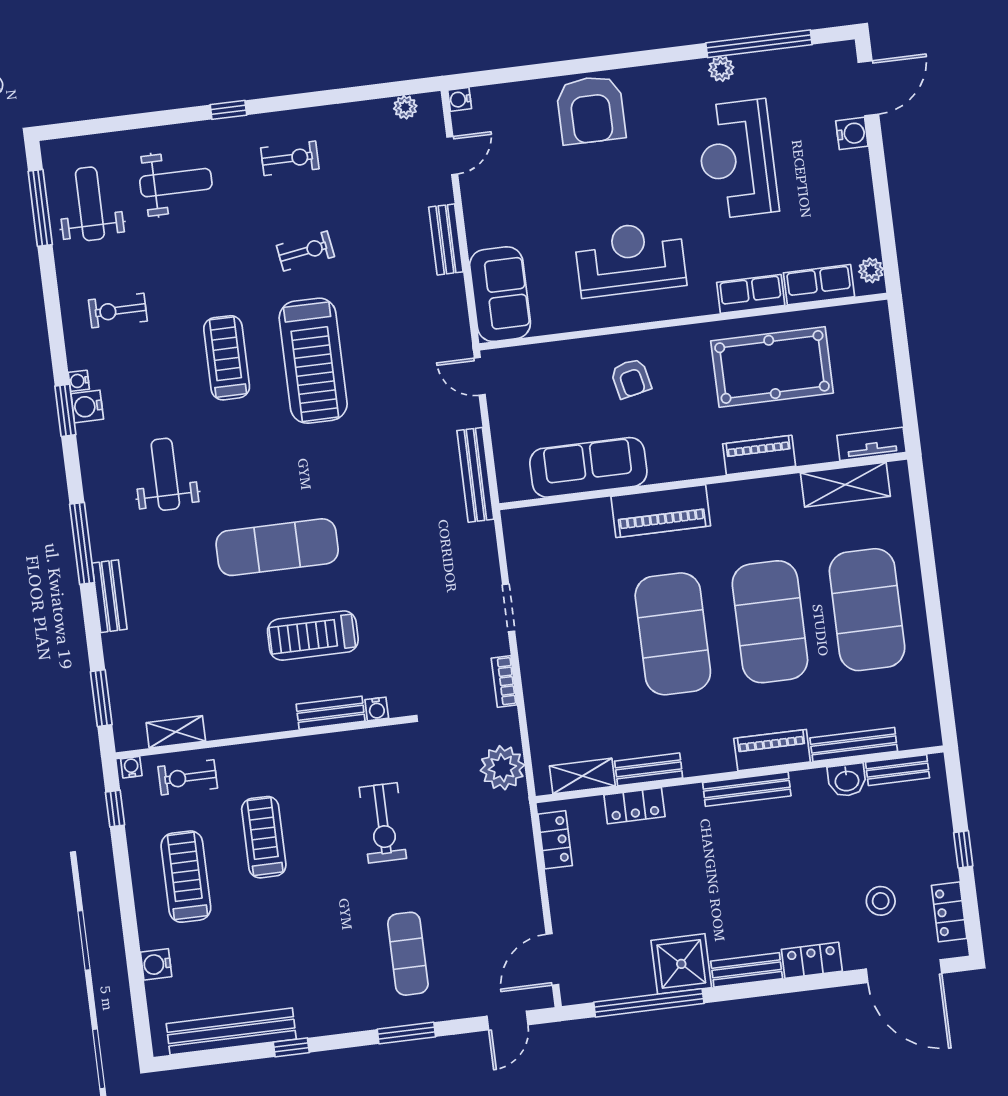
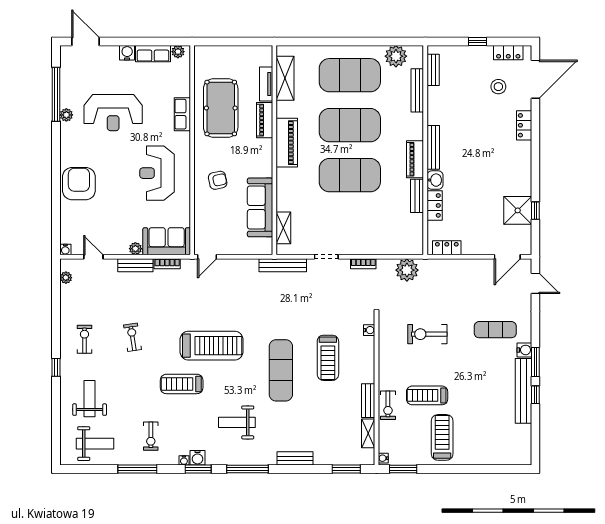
armchair: (591, 110) -> (79, 184), turned -90
water cooler: (852, 133) -> (127, 53), moved
weight bench: (90, 204) -> (95, 444), turned 180
window: (40, 208) -> (137, 469), moved
plant: (478, 235) -> (135, 249), added
row of seats: (819, 285) -> (153, 54), moved, turned -90
bookcase: (456, 301) -> (167, 264), added
treadmill: (313, 361) -> (211, 346), moved
tv unit: (872, 444) -> (266, 84), moved
bench: (475, 475) -> (283, 265), moved
piano: (661, 511) -> (287, 143), moved
window: (82, 543) -> (248, 469), moved
plant: (915, 695) -> (396, 56), added
bench: (331, 713) -> (368, 401), moved
piano: (772, 750) -> (415, 159), moved
shelving: (582, 776) -> (283, 228), moved
exercise bike: (188, 777) -> (388, 405), moved
washbasin: (847, 780) -> (435, 180), moved
window: (115, 809) -> (403, 469), width x1.50
exercise bike: (383, 823) -> (427, 334), turned 180
treadmill: (186, 877) -> (442, 437), turned 90
door: (552, 959) -> (507, 257), hinge flipped
water cooler: (156, 964) -> (524, 350), moved, turned -90
shower: (681, 964) -> (518, 210), moved
bench: (747, 970) -> (525, 159), removed
window: (649, 1003) -> (535, 211), width x0.32
bench: (231, 1031) -> (524, 391), moved
window: (406, 1033) -> (535, 362), moved

